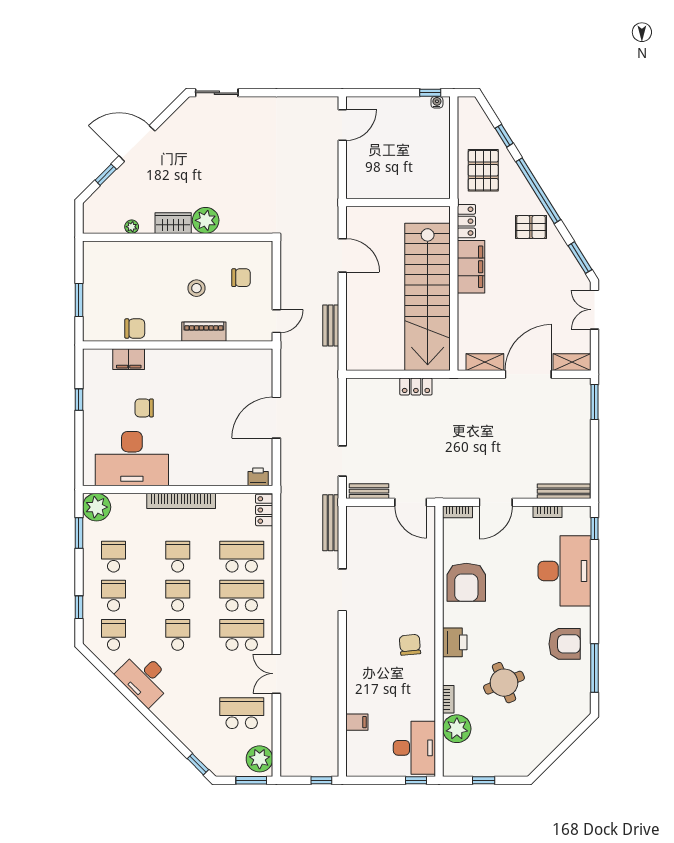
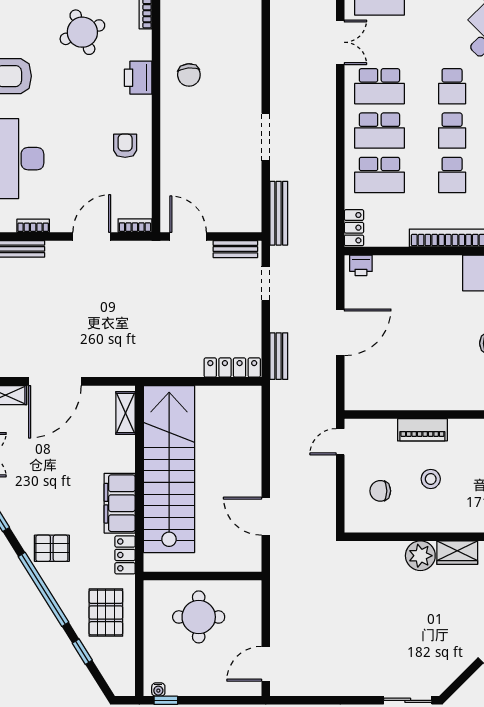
round table: (401, 166) -> (199, 617), added
bench: (331, 326) -> (279, 356), moved
shelving: (485, 362) -> (126, 413), moved, turned 90
locker: (416, 387) -> (232, 368), moved, width x1.53
armchair: (466, 582) -> (125, 146), width x0.53, depth x0.53

